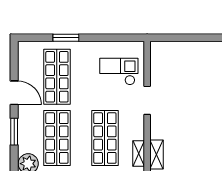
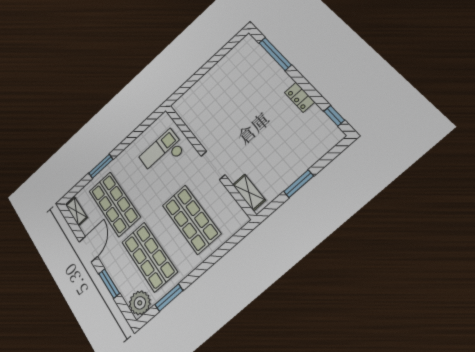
door: (14, 93) -> (88, 249), hinge flipped
doorway: (147, 100) -> (213, 165), moved
shelving: (139, 154) -> (76, 211), moved

